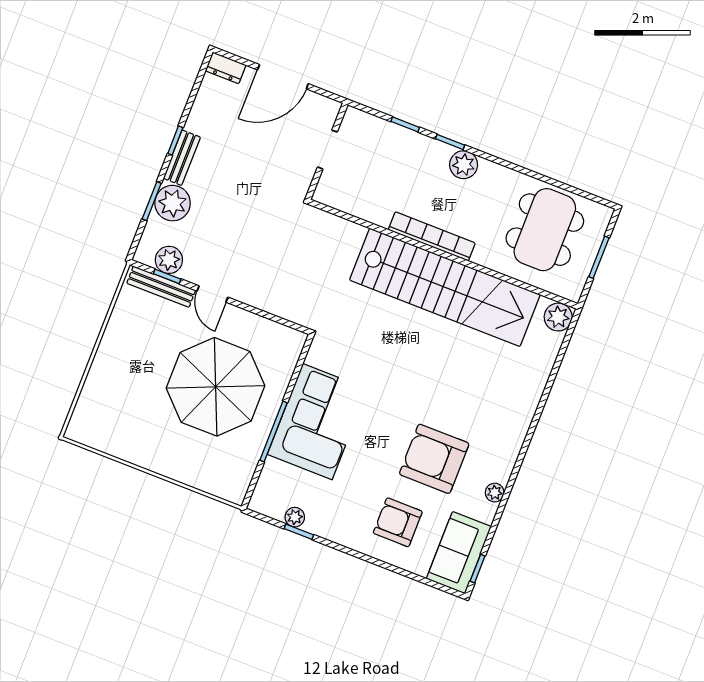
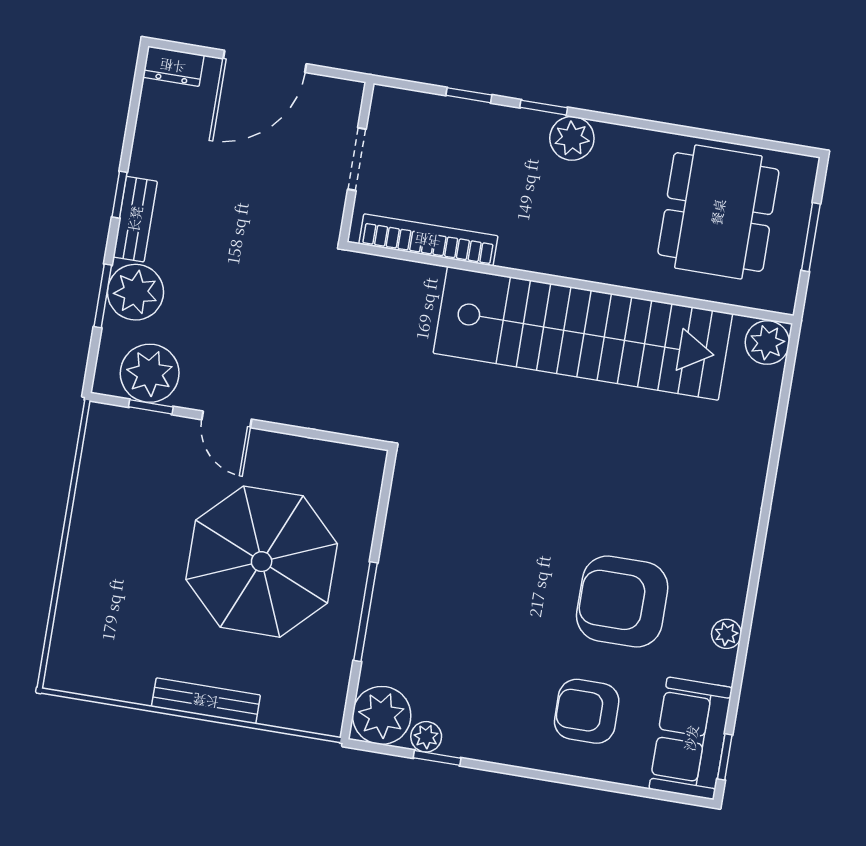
bookcase: (432, 236) -> (428, 240), moved
plant: (169, 260) -> (150, 373), width x1.36, depth x1.36
bench: (161, 287) -> (206, 701), moved
corner sofa: (317, 422) -> (430, 582), removed
plant: (270, 498) -> (382, 715), added

